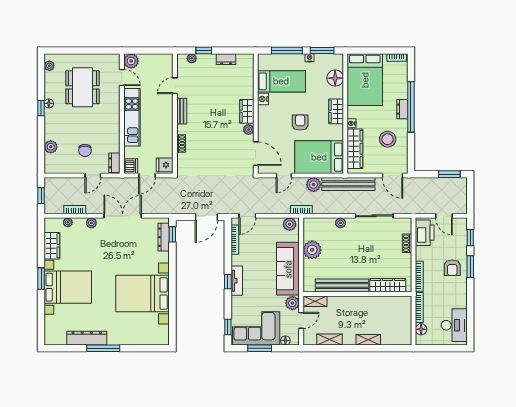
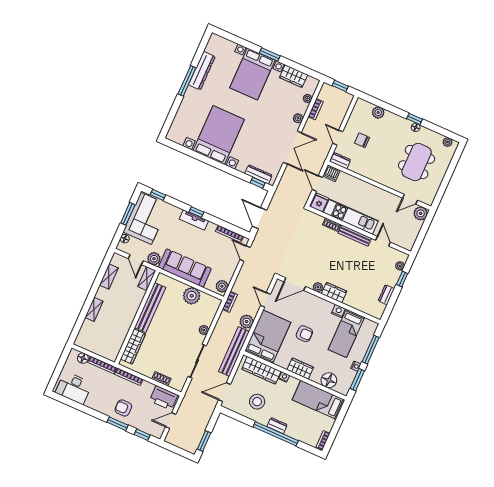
bed: (365, 80) -> (319, 400), width x0.67
dining table: (82, 87) -> (417, 162), turned 90
bench: (182, 111) -> (355, 236), width x1.36
kitchen unit: (132, 117) -> (351, 217), moved, turned 180

